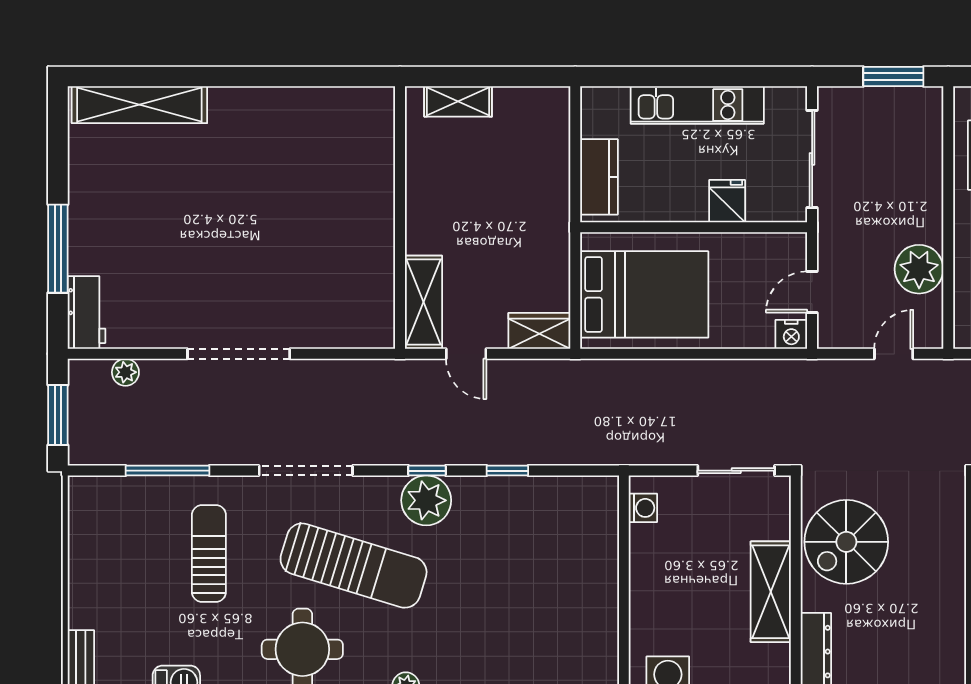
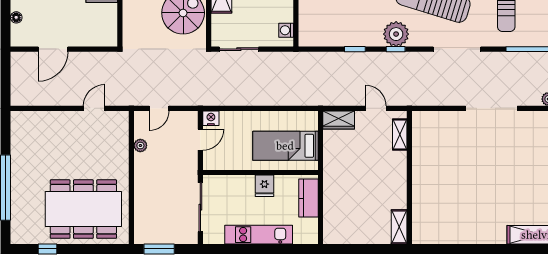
shelving: (458, 101) -> (399, 227), moved, turned 90
fridge: (727, 201) -> (264, 186), moved
plant: (919, 269) -> (140, 146), width x0.53, depth x0.53
bed: (644, 294) -> (285, 146), width x0.67
shelving: (423, 302) -> (400, 135), width x0.67, depth x0.75

